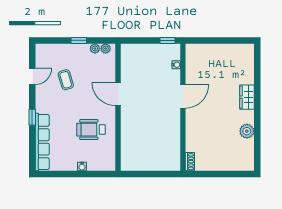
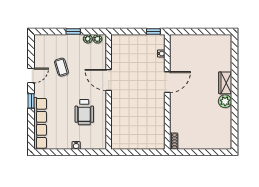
door: (32, 76) -> (31, 75), moved
wheelchair: (91, 130) -> (84, 112), turned -90
plant: (247, 131) -> (225, 101), moved

